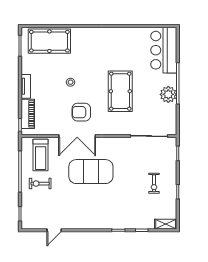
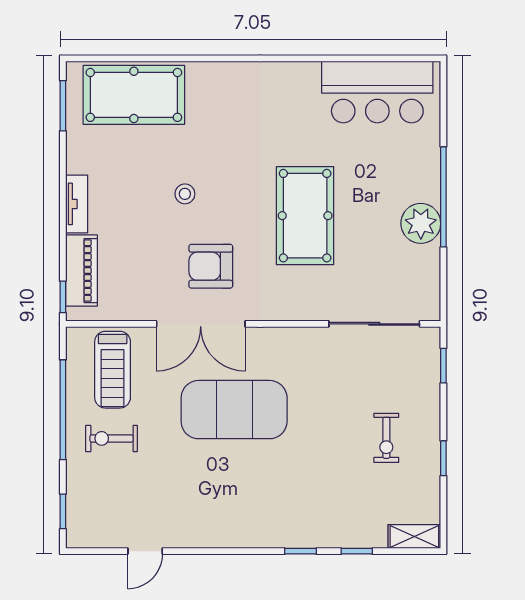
bar counter: (164, 50) -> (377, 92), moved, turned -90

